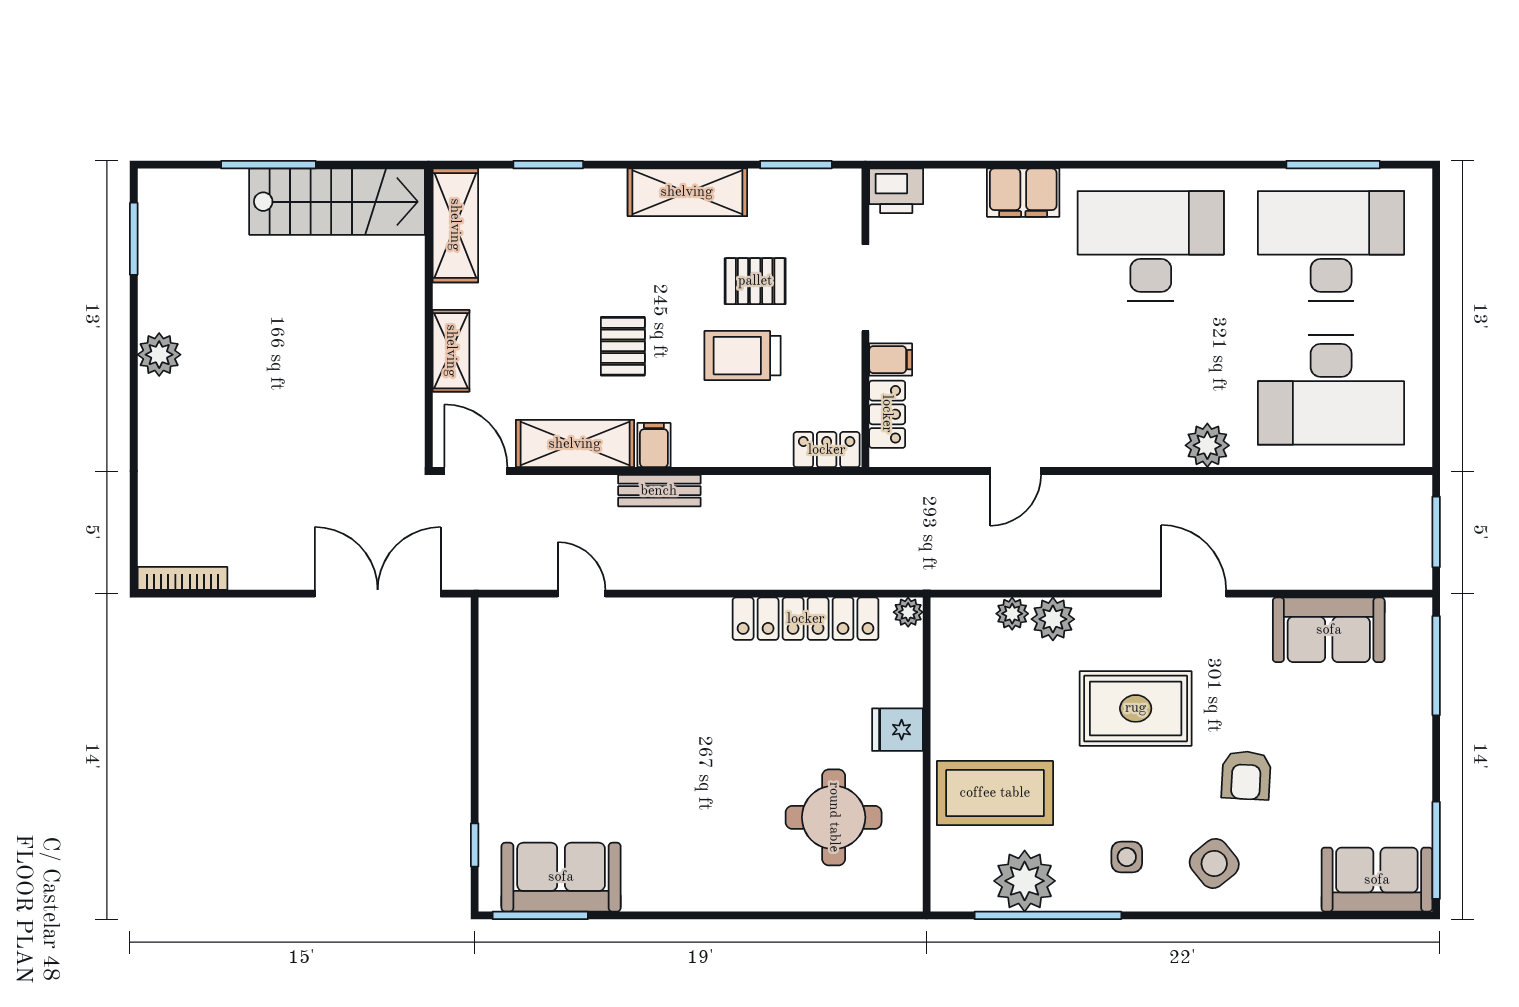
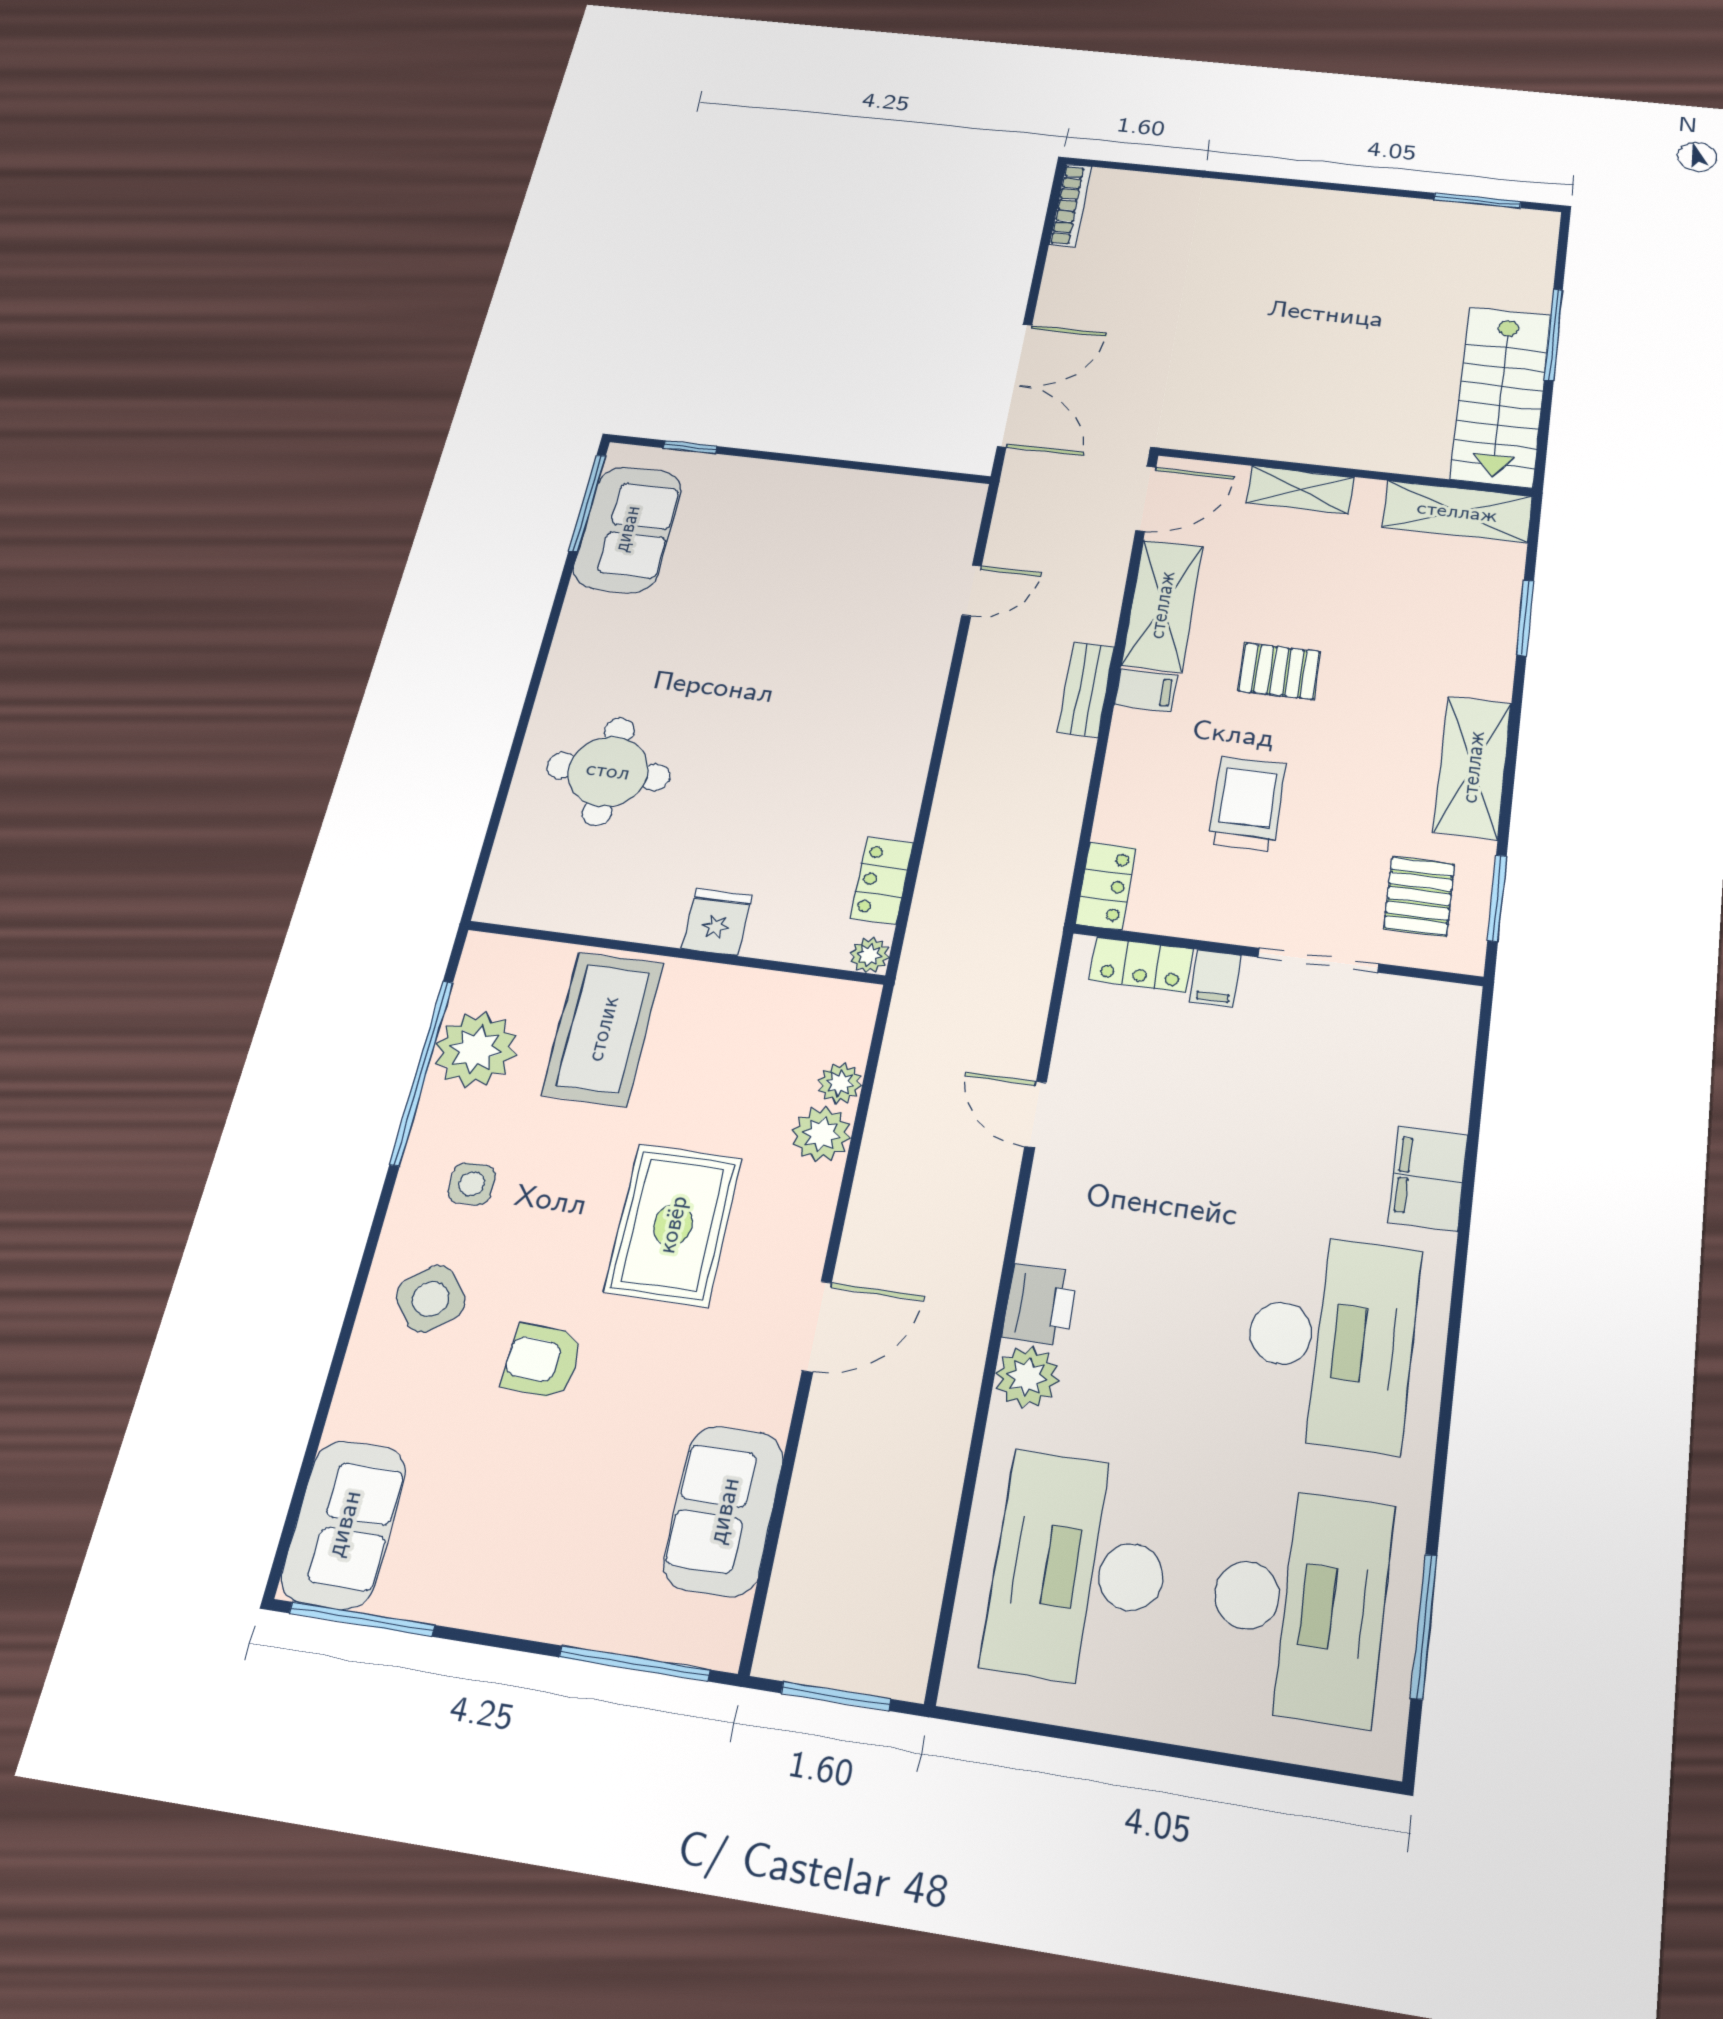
printer: (896, 191) -> (1040, 1305), moved, turned 180
pallet: (755, 281) -> (1419, 896), moved
plant: (159, 355) -> (1337, 210), removed
locker: (806, 619) -> (882, 880), width x0.46, depth x0.83
round table: (834, 817) -> (608, 771), moved

